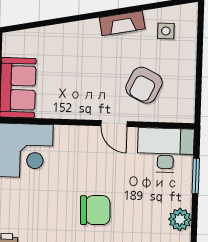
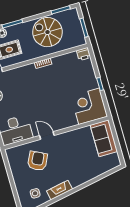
chair: (95, 210) -> (42, 87), removed

